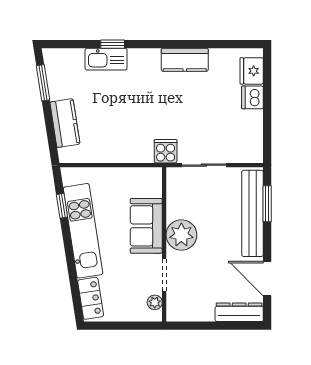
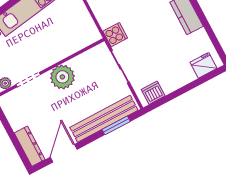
dishwasher: (252, 97) -> (153, 93), moved
sofa: (146, 226) -> (56, 49), removed

